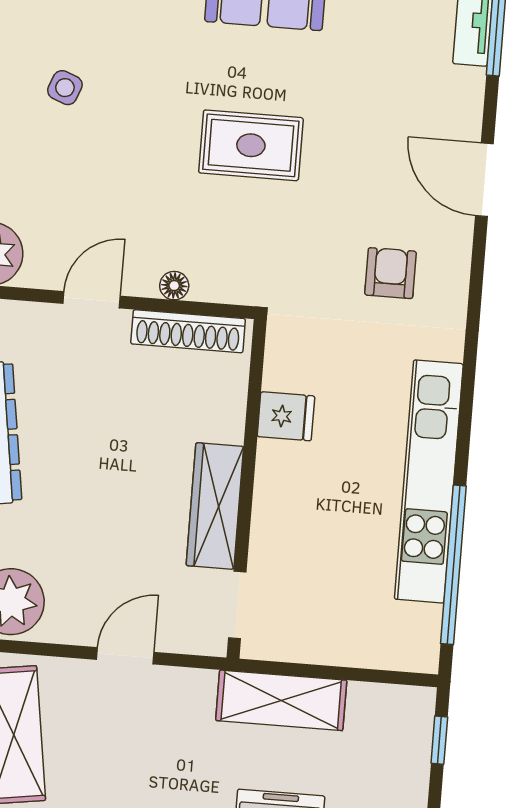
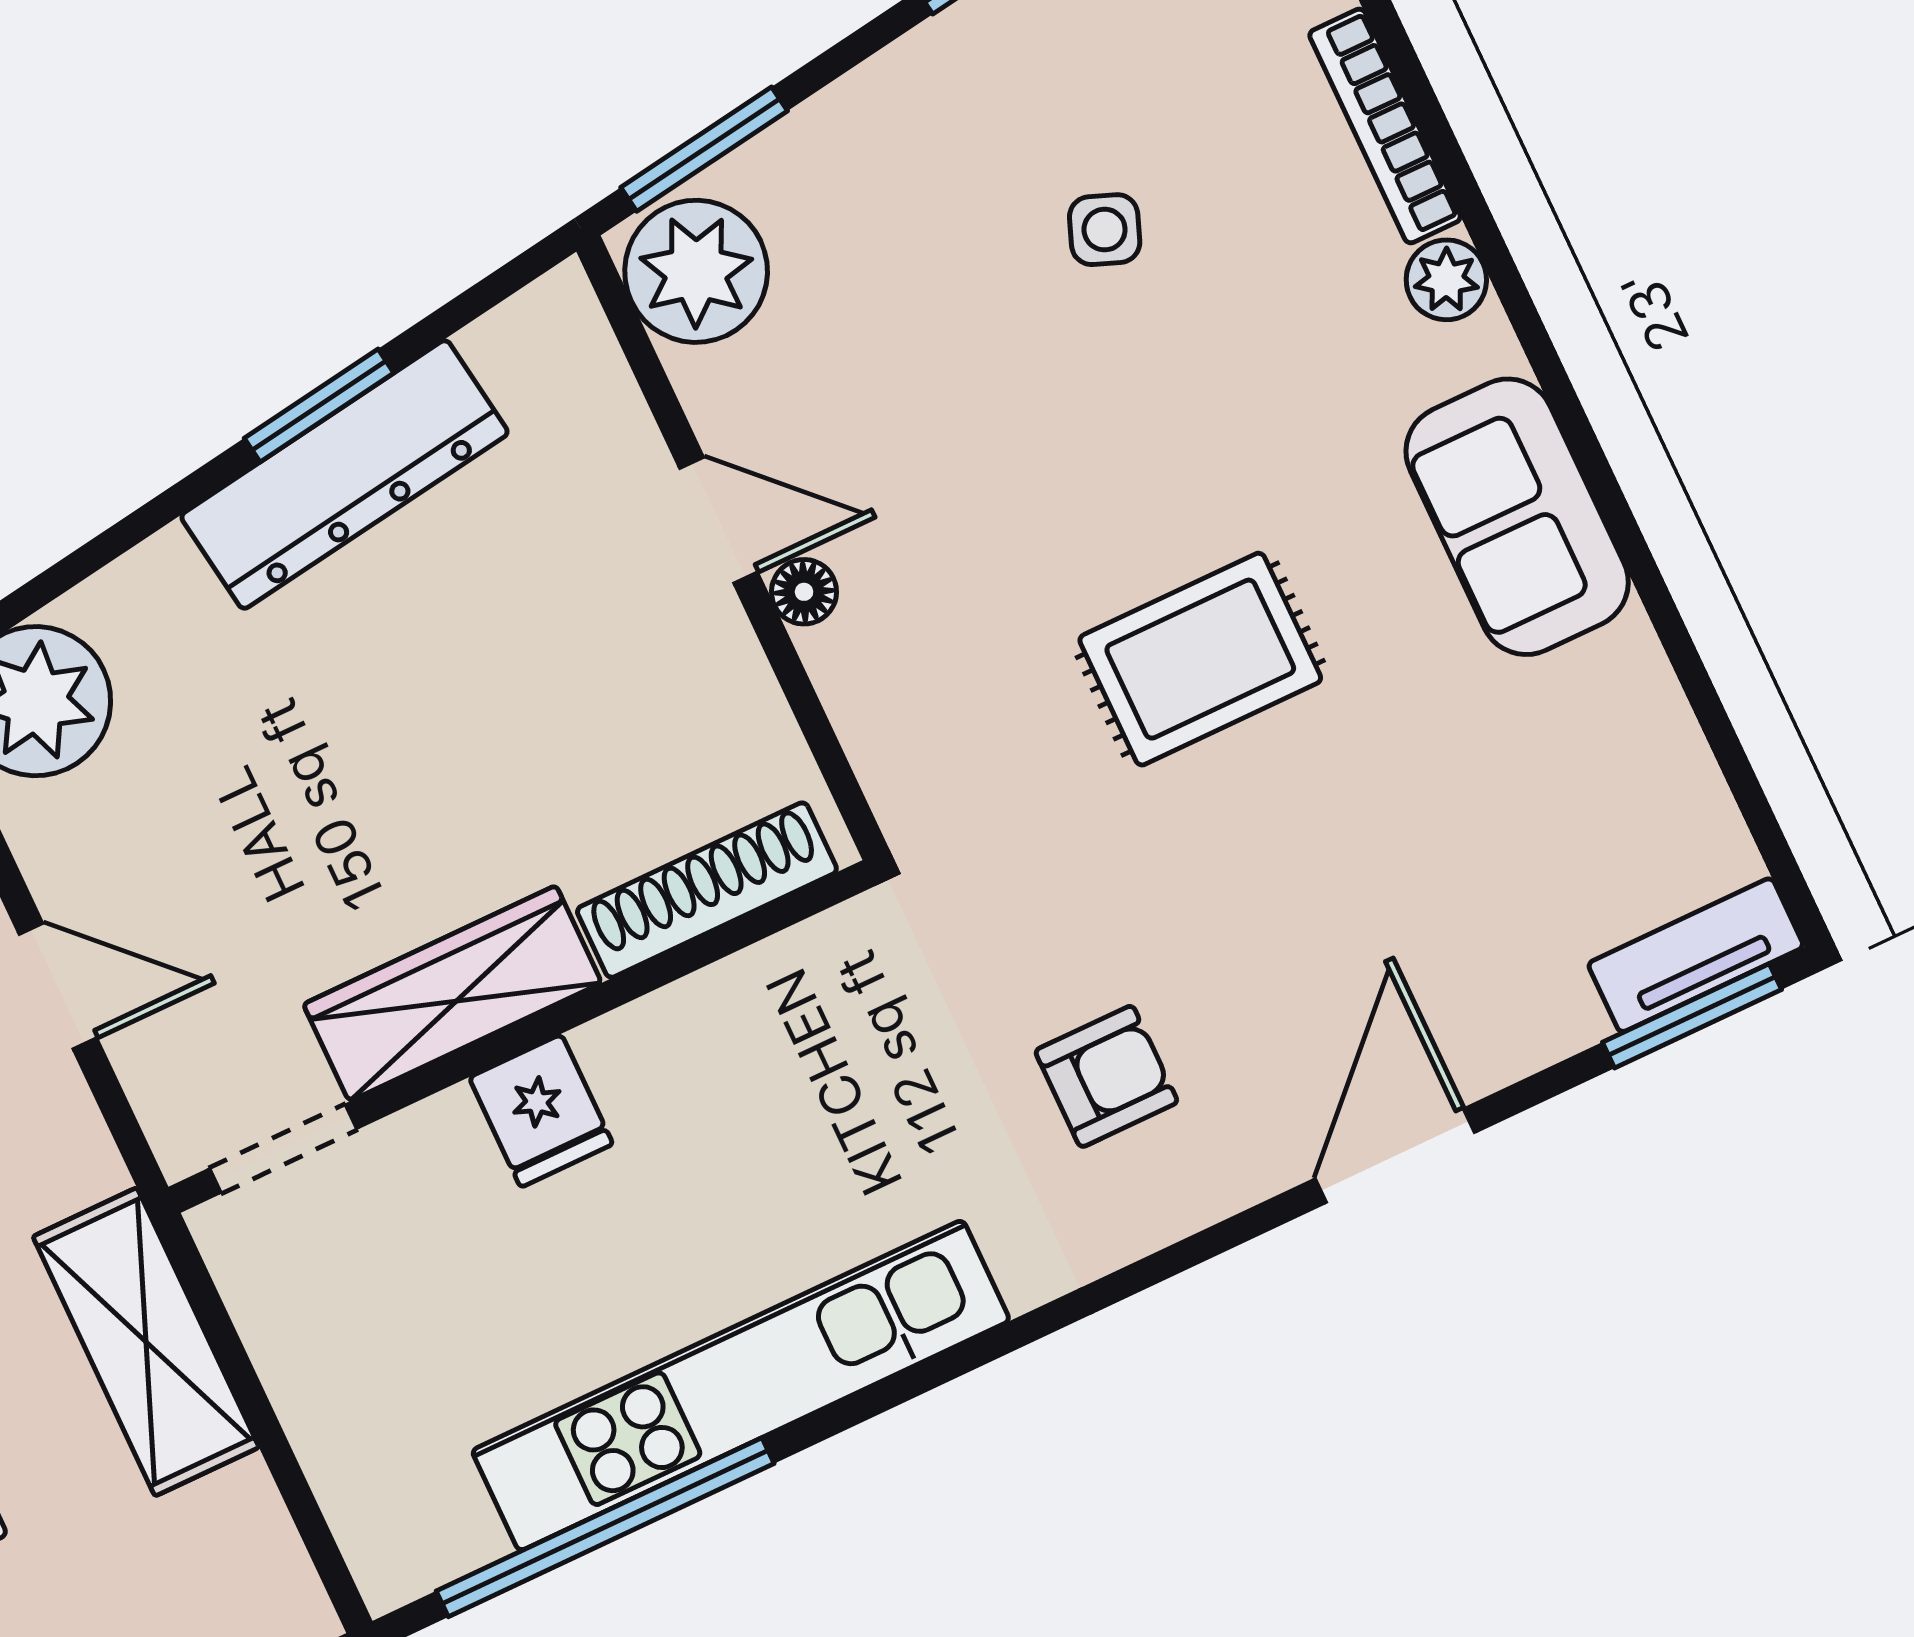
rug: (251, 145) -> (1200, 659), turned 90
floor lamp: (174, 286) -> (804, 592), moved
shoe rack: (188, 331) -> (707, 890), moved, turned 90
fridge: (286, 416) -> (541, 1111), moved

